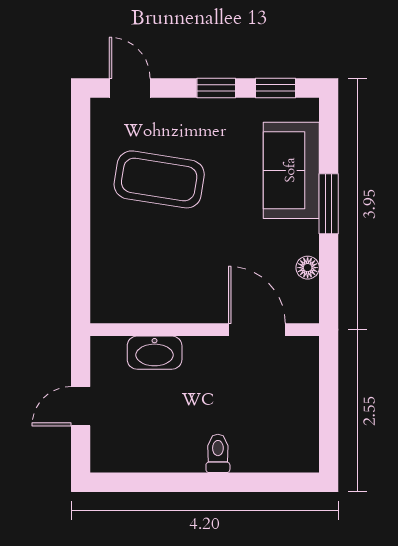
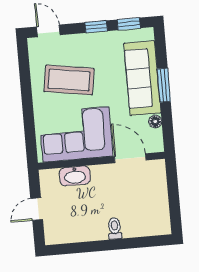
sofa: (291, 170) -> (142, 78), width x1.36
corner sofa: (163, 278) -> (76, 134), added

